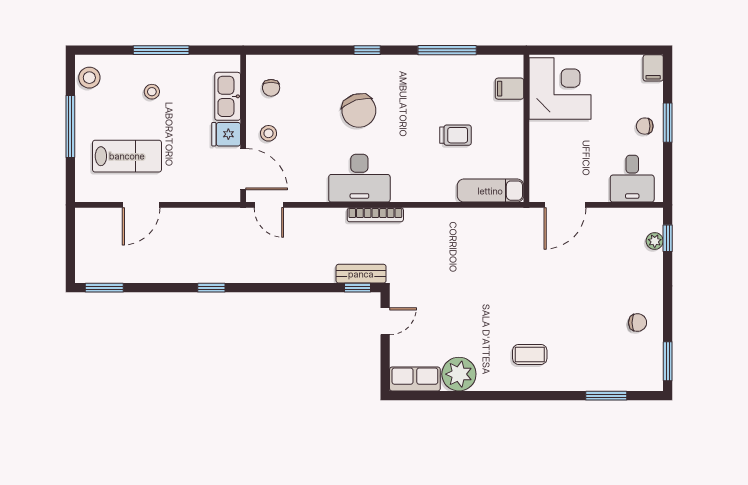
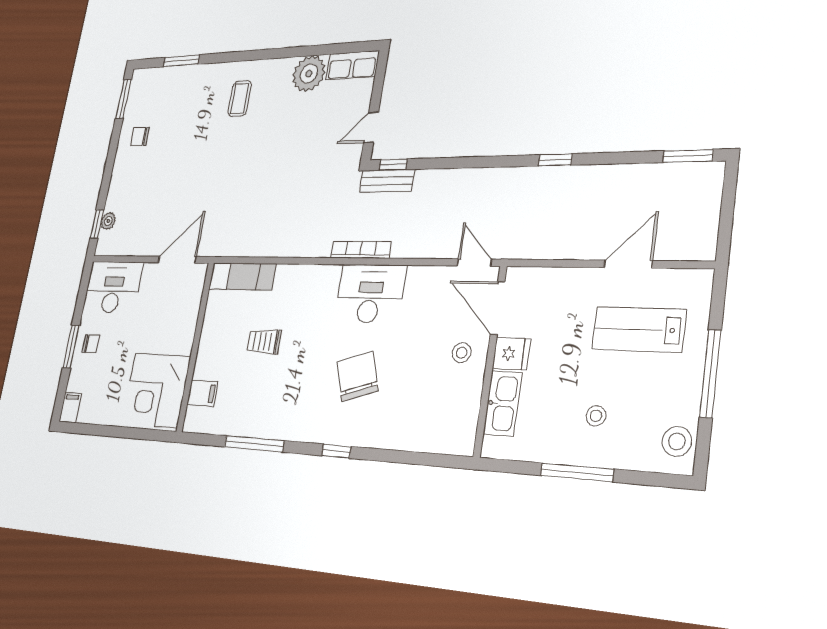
chair: (271, 88) -> (450, 411), removed
desk: (632, 179) -> (113, 287), width x1.37
coffee table: (530, 354) -> (240, 99), turned 90

